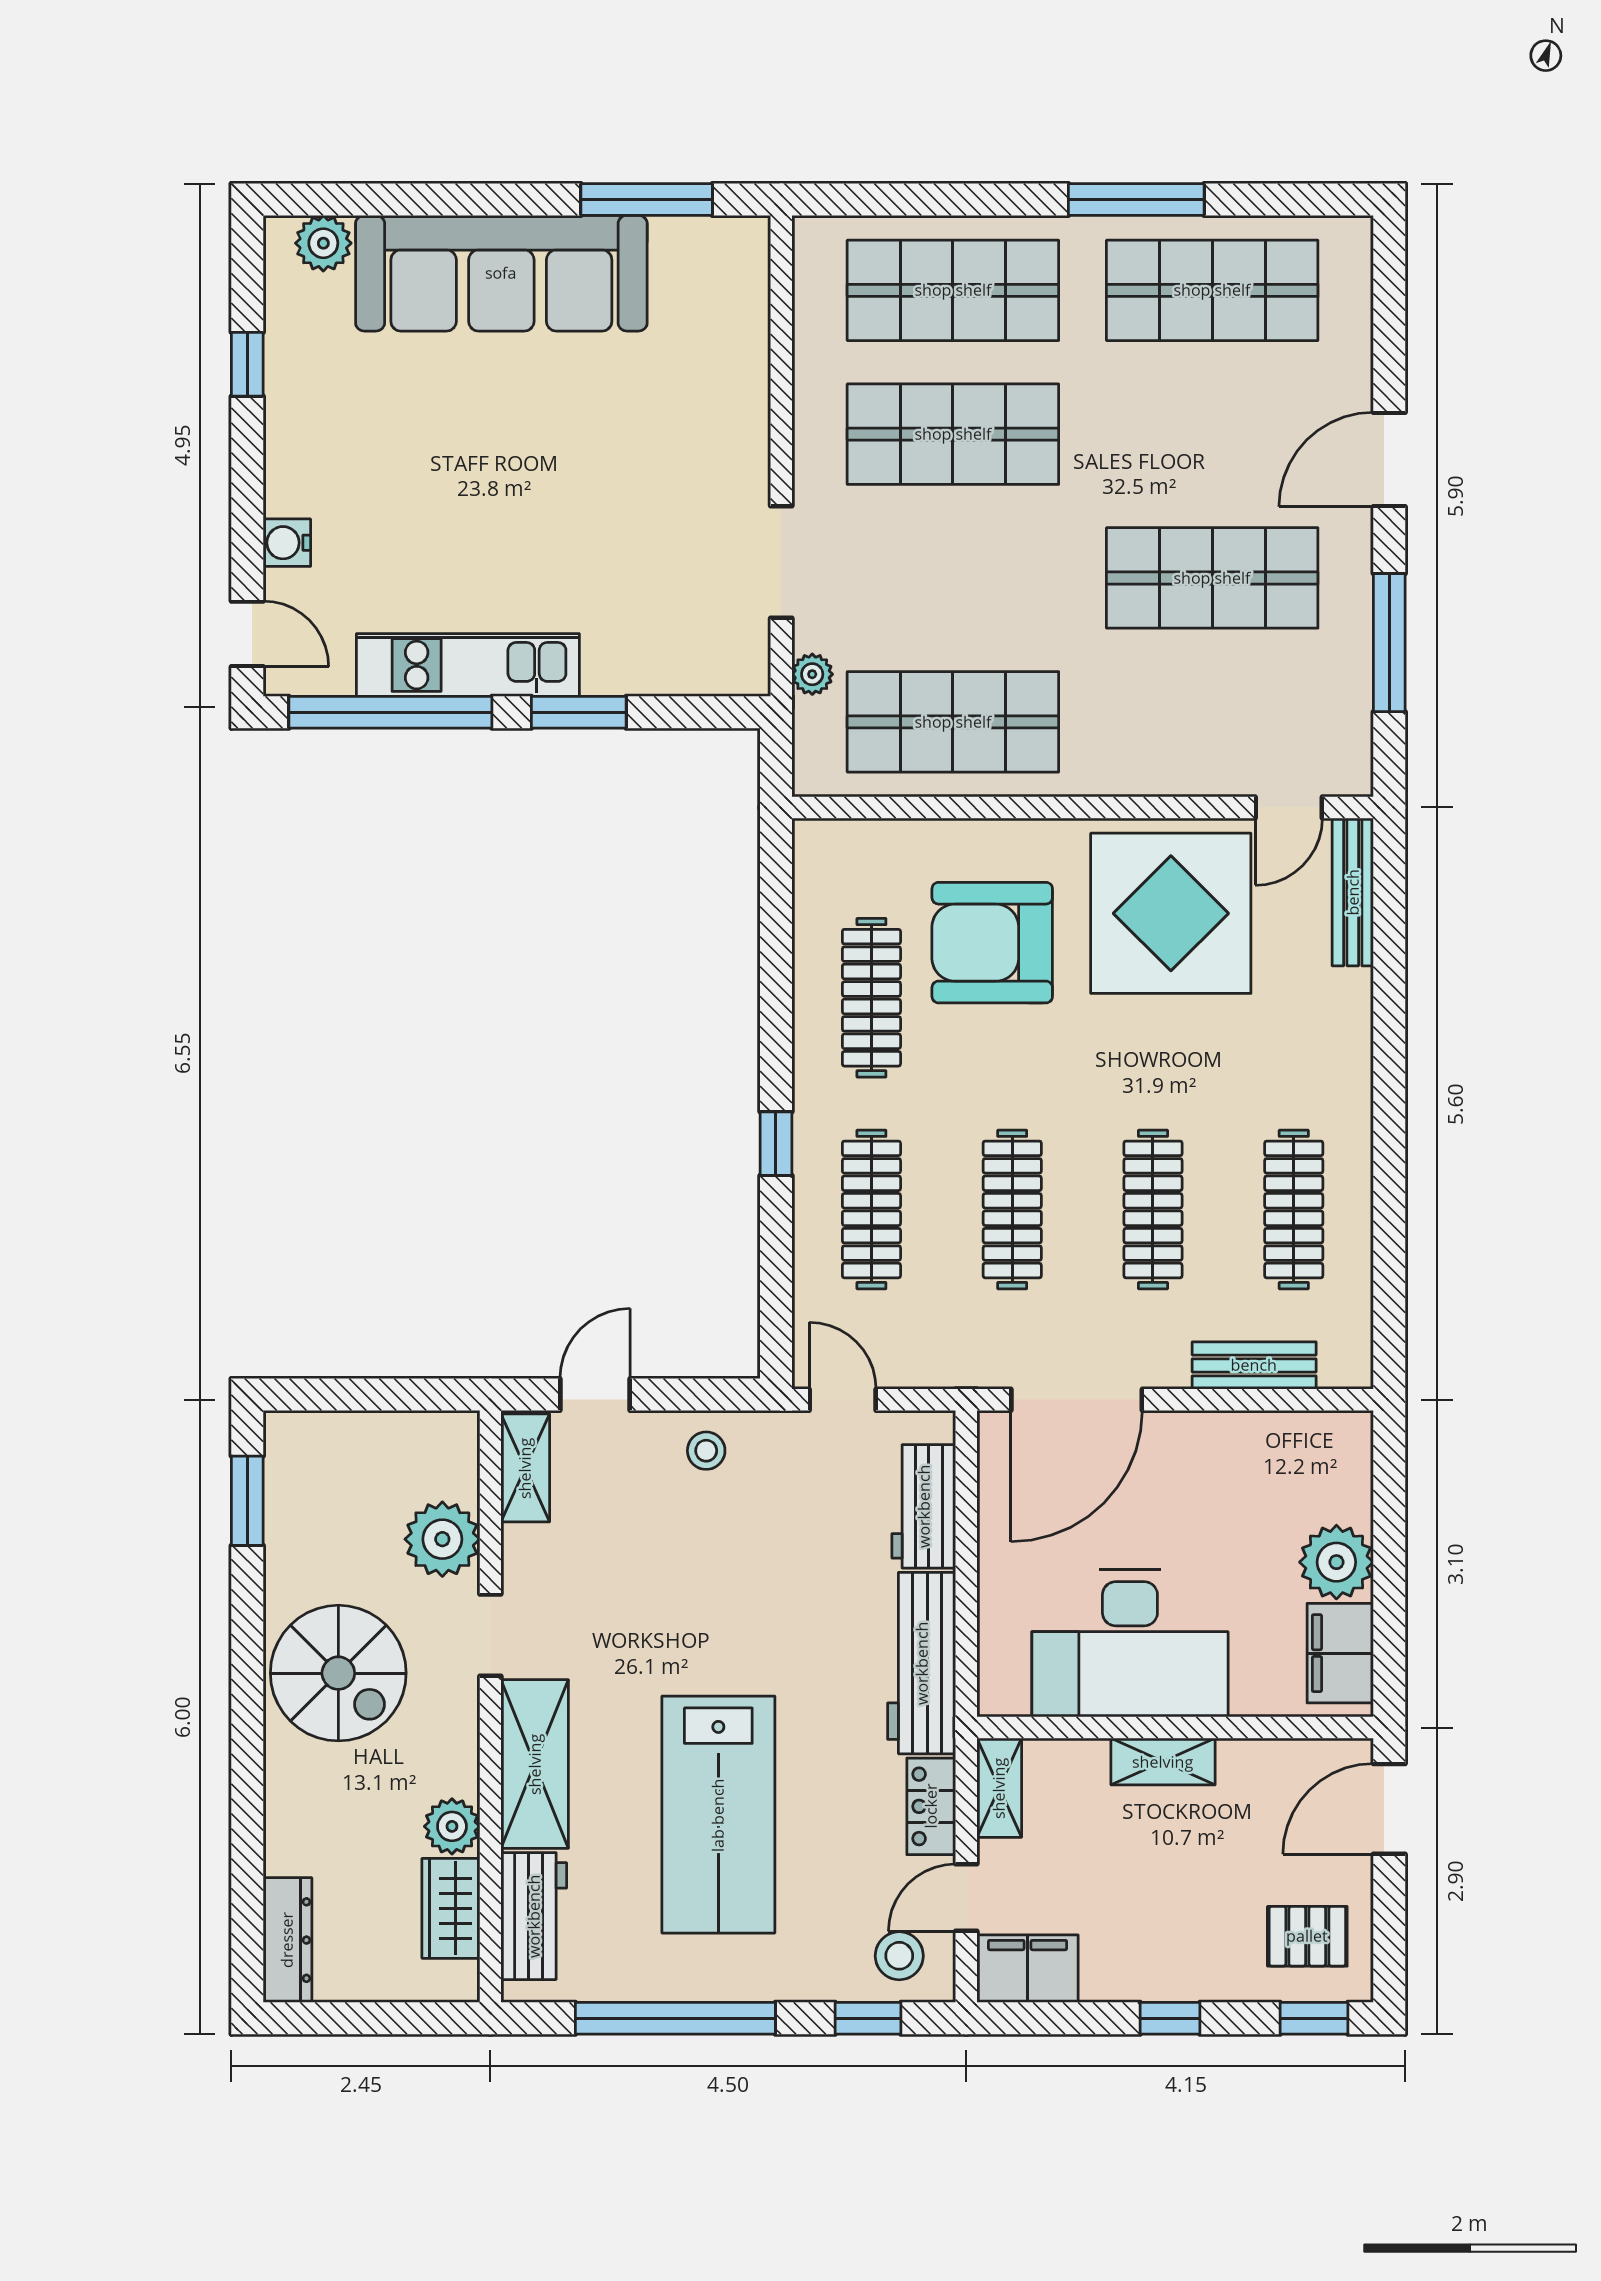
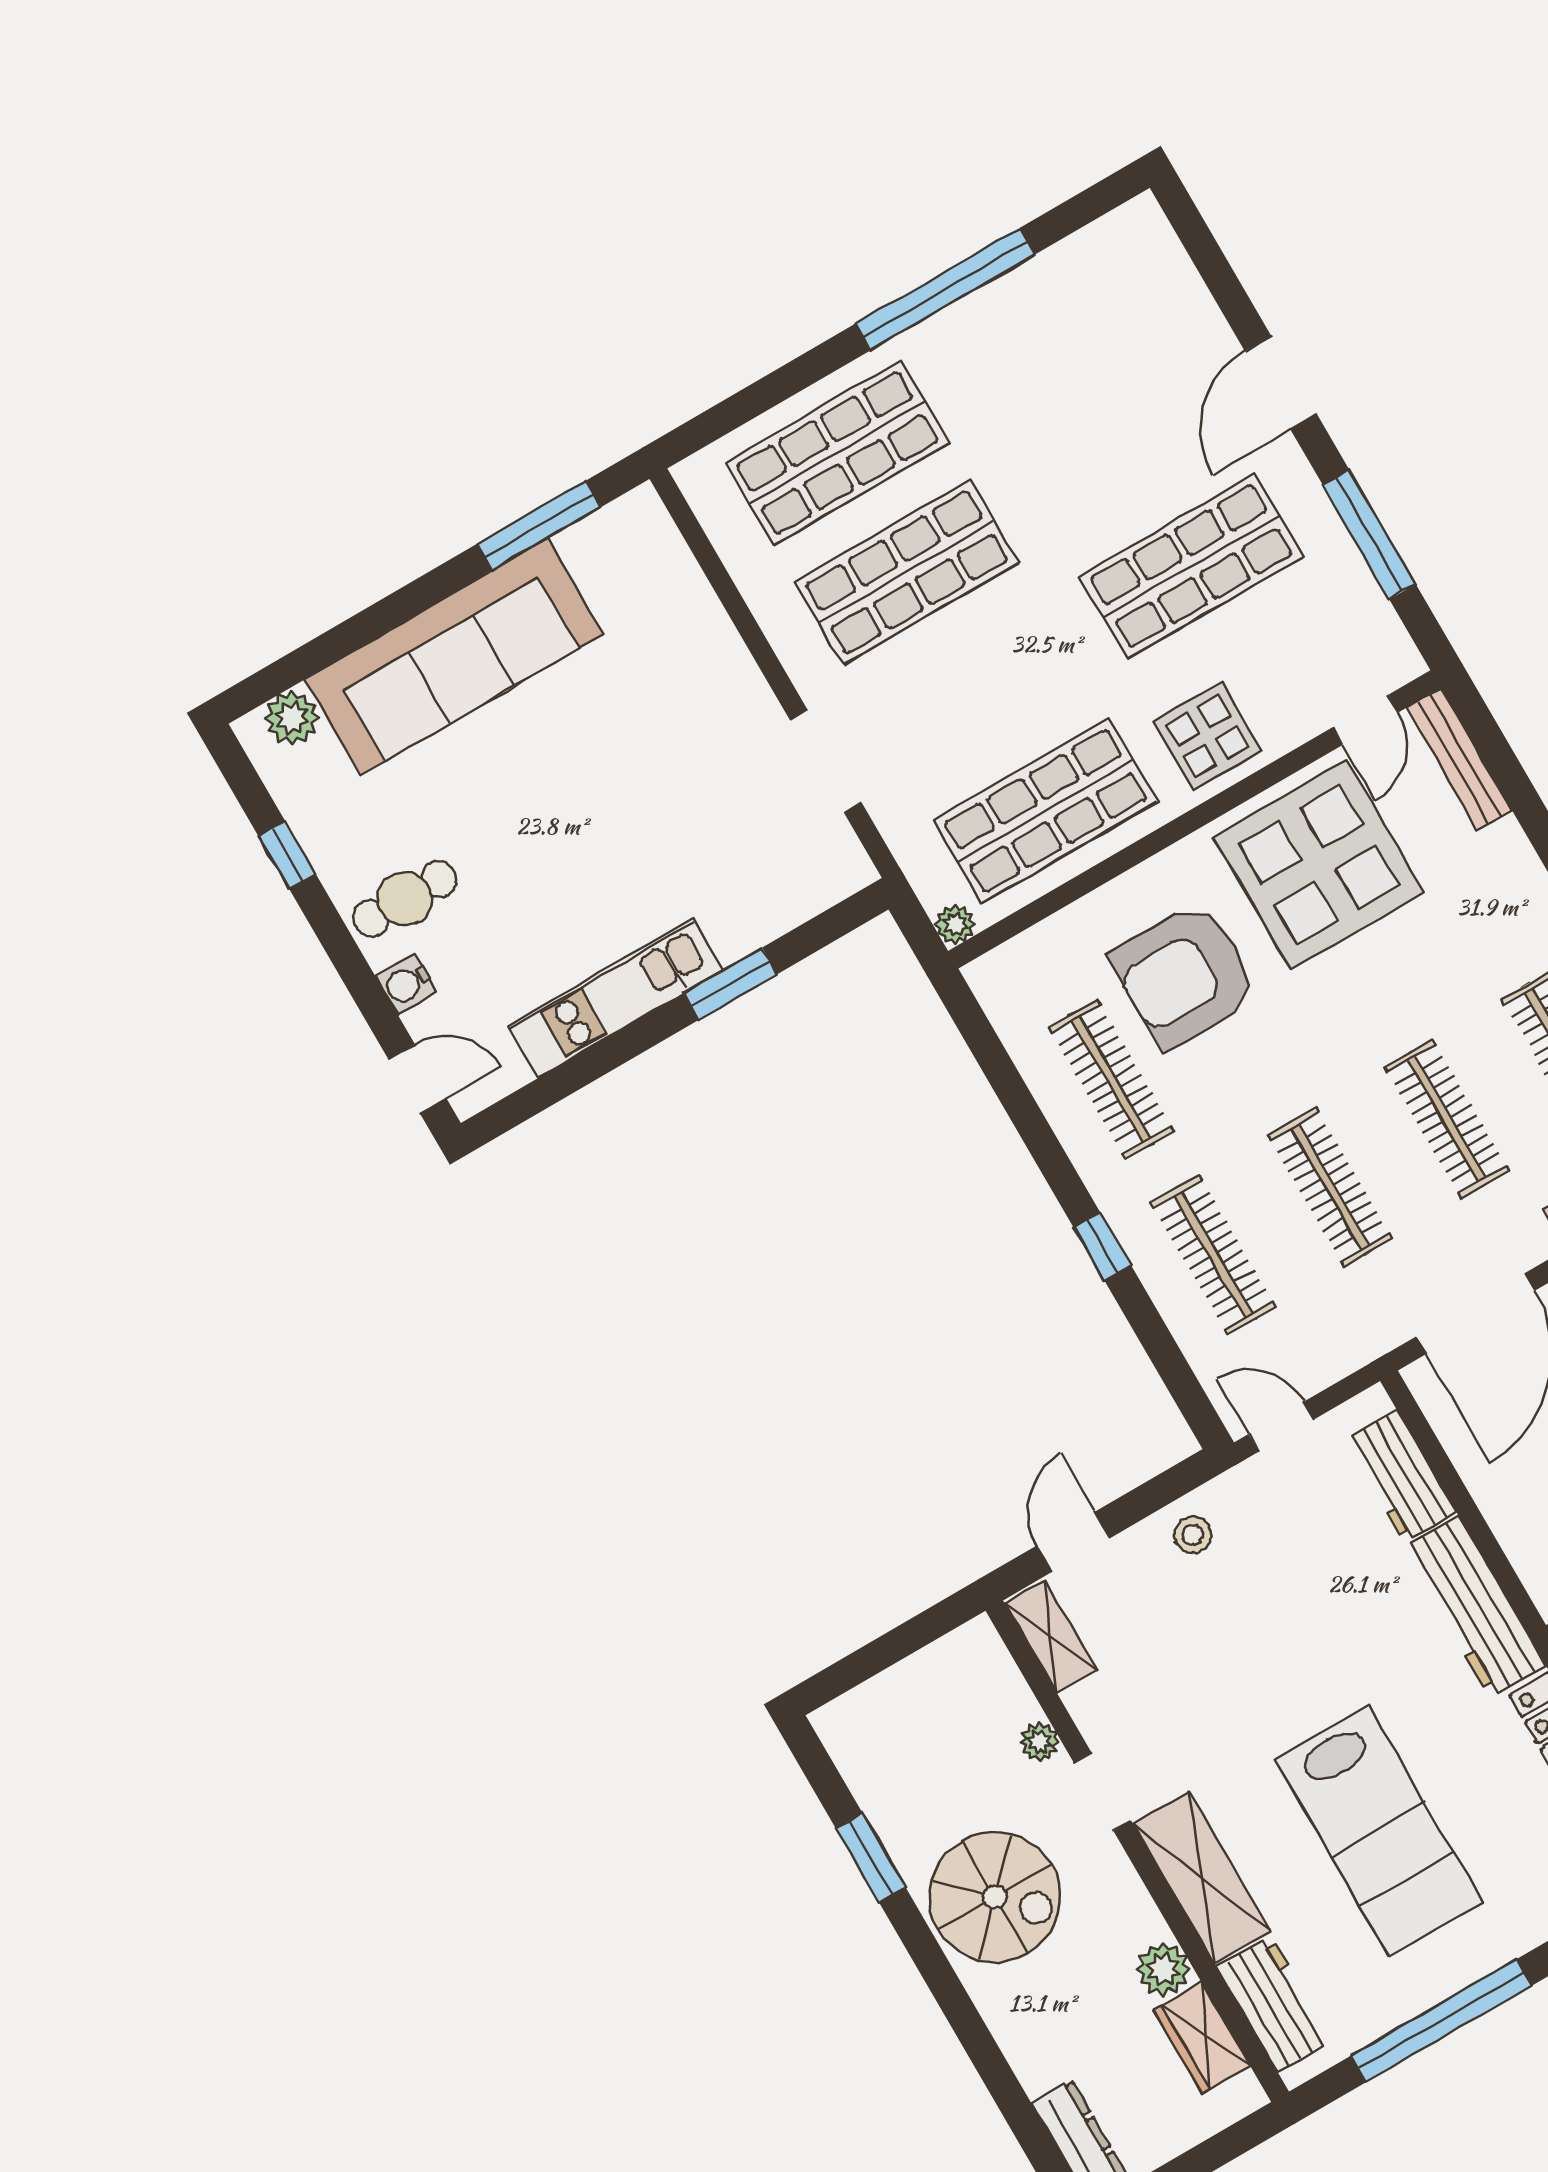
window: (1136, 199) -> (945, 289), width x1.46
shop shelf: (1212, 290) -> (1052, 328), removed
cafe table: (330, 465) -> (405, 899), added
plant: (812, 674) -> (955, 924), moved
window: (390, 712) -> (574, 1075), removed
display table: (1138, 739) -> (1207, 736), added
window: (247, 1501) -> (871, 1858), moved
plant: (442, 1539) -> (1039, 1742), width x0.53, depth x0.53

